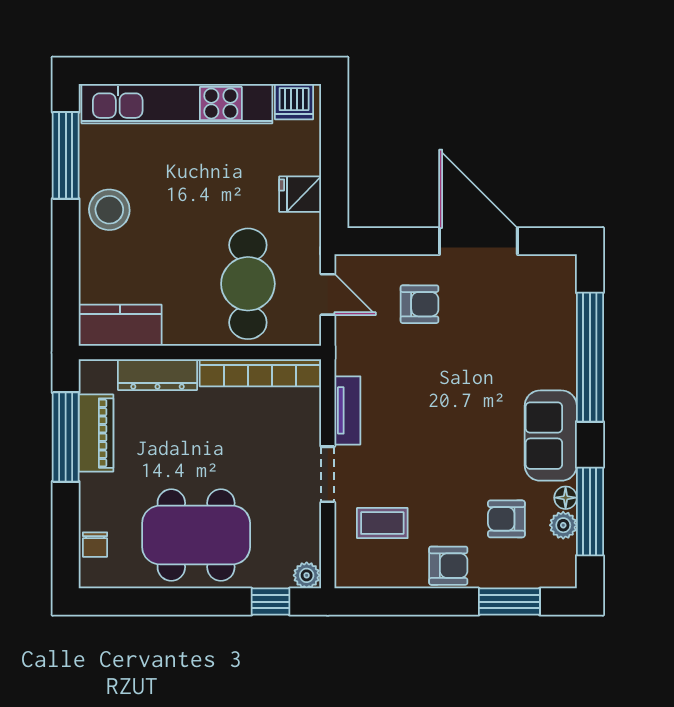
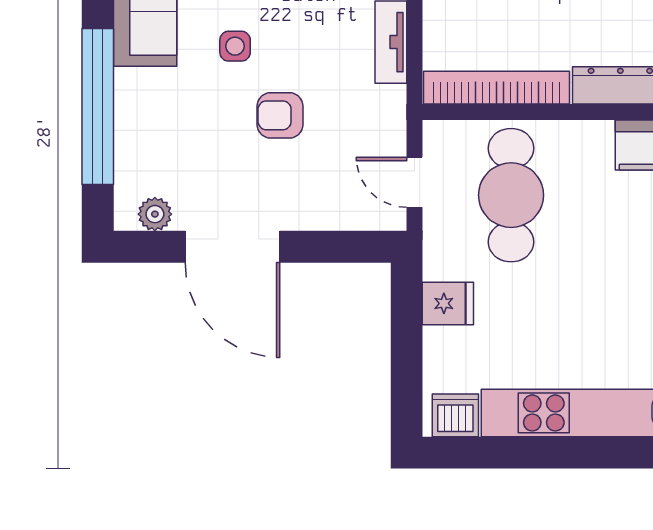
plant: (543, 268) -> (155, 214), added
armchair: (420, 304) -> (280, 115), moved
side table: (476, 407) -> (235, 46), added

